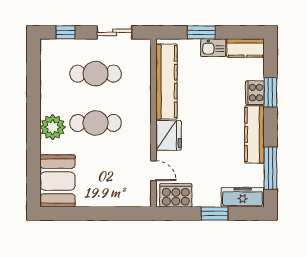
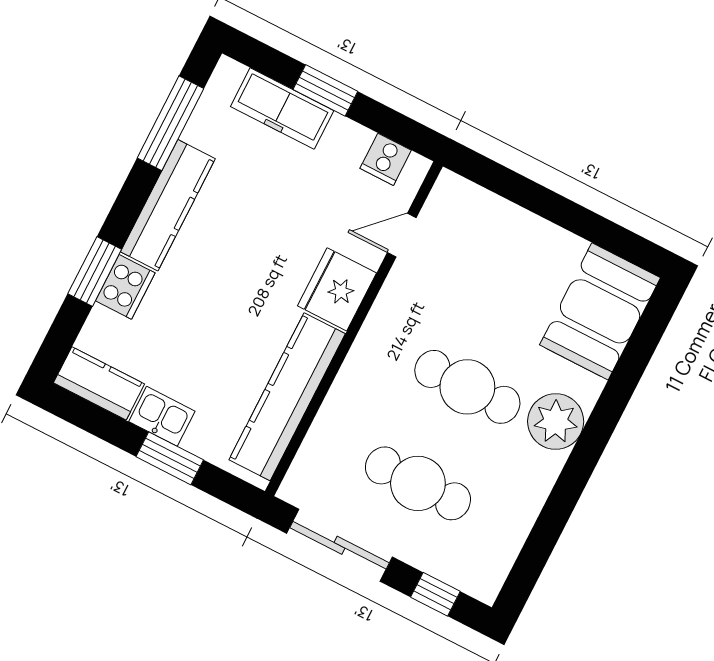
sliding door: (115, 32) -> (340, 545), width x1.37
door: (154, 171) -> (402, 235), hinge flipped
cooker: (176, 195) -> (386, 159), width x0.53, depth x0.76
freezer: (243, 197) -> (282, 109), moved

